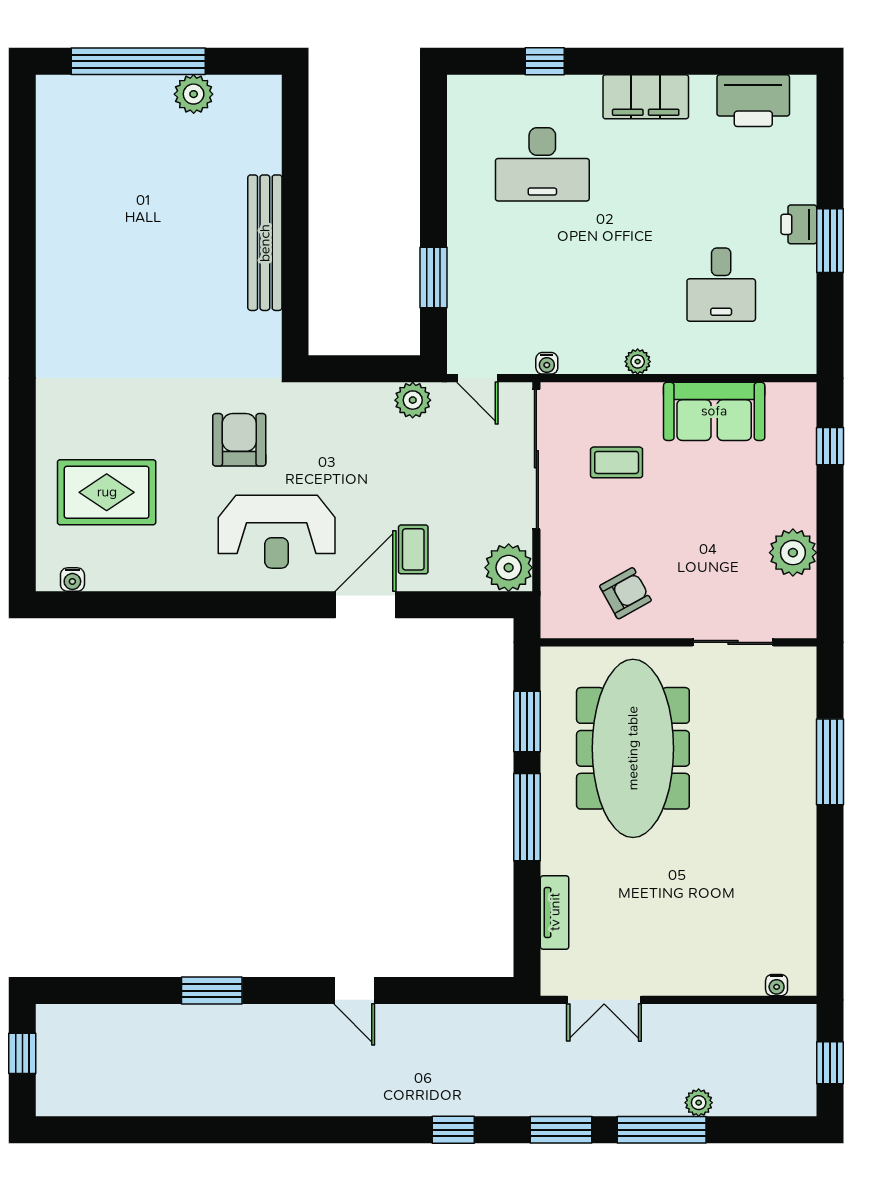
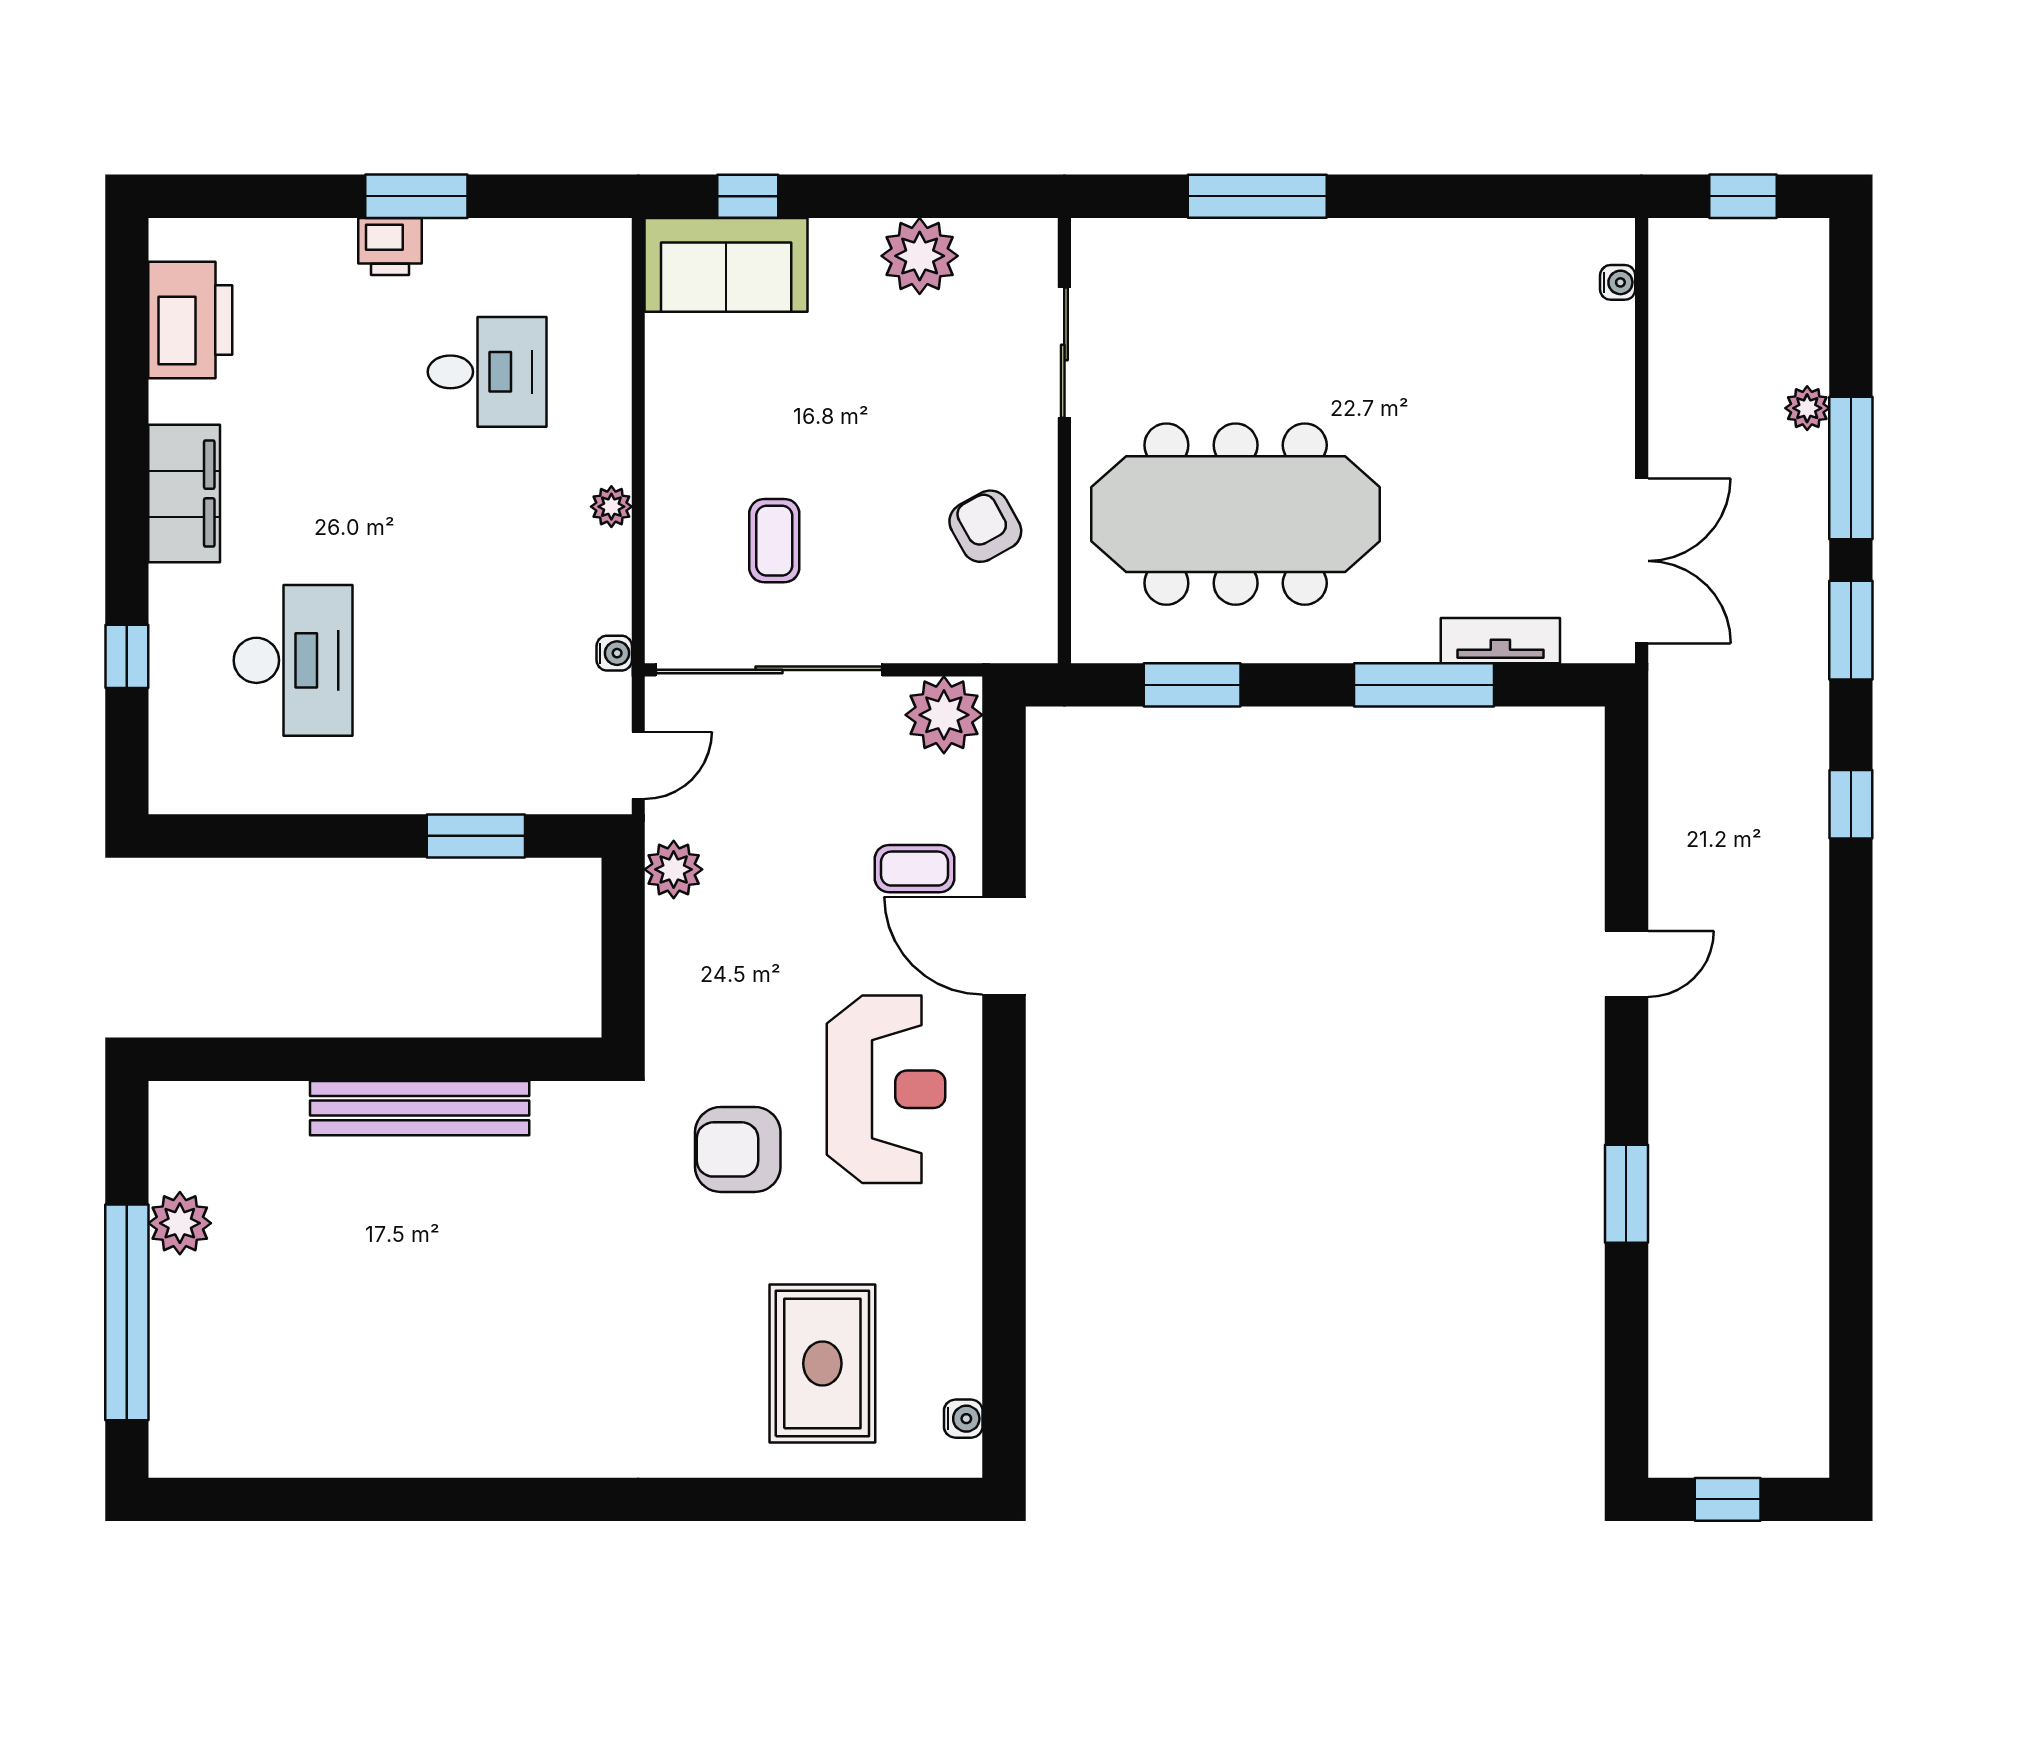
sofa: (714, 411) -> (726, 265), moved, turned 90
window: (527, 817) -> (1424, 685), moved
double door: (604, 1000) -> (1642, 561), width x1.37

